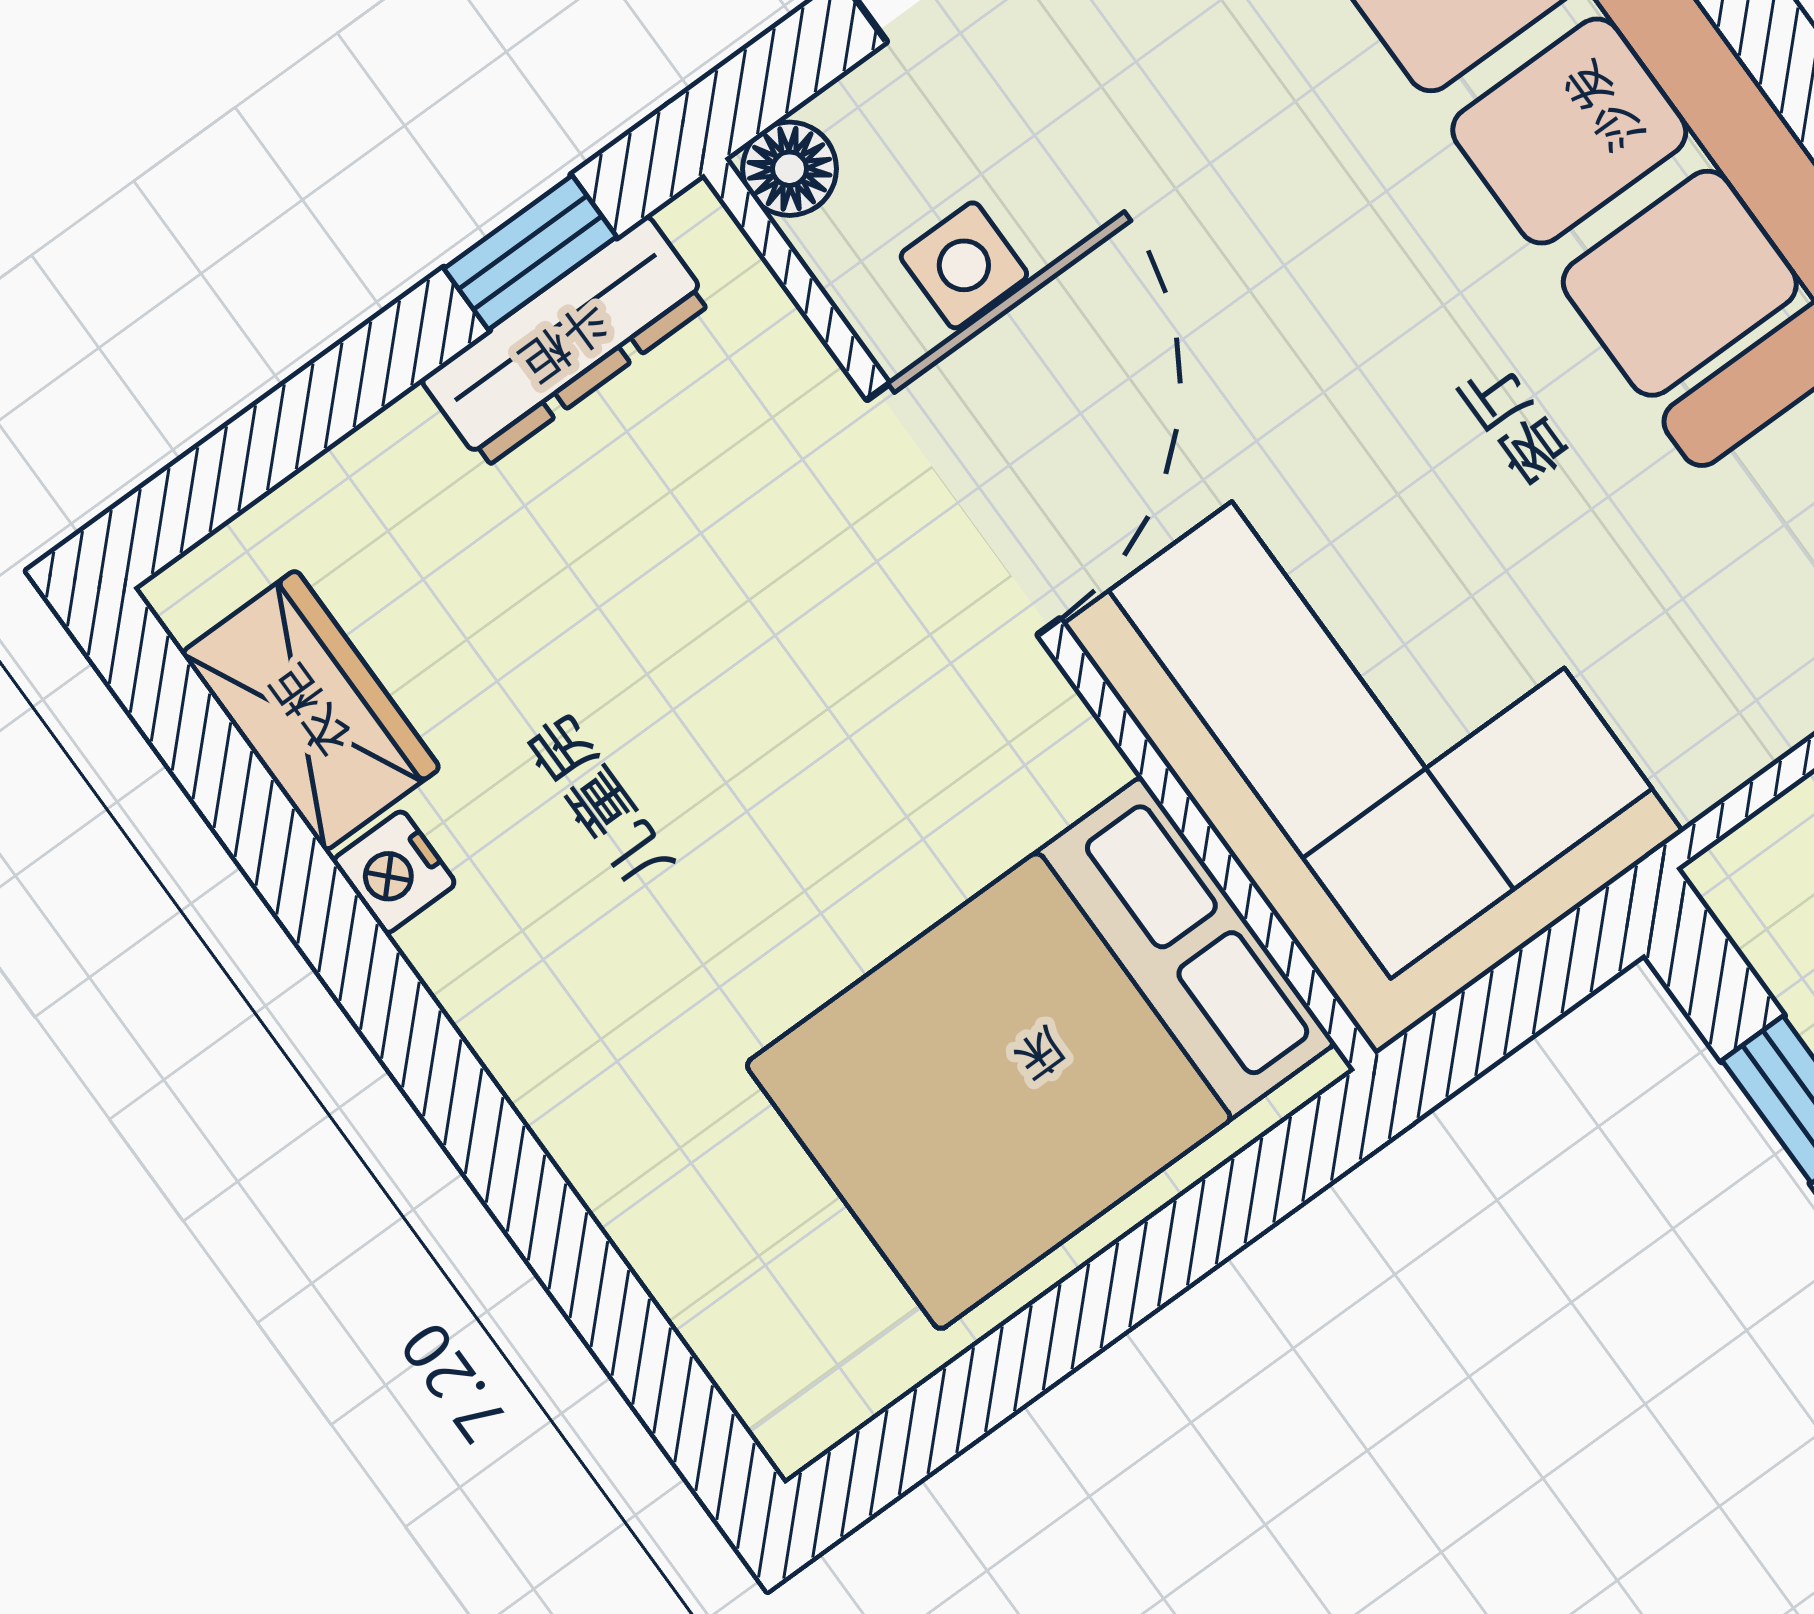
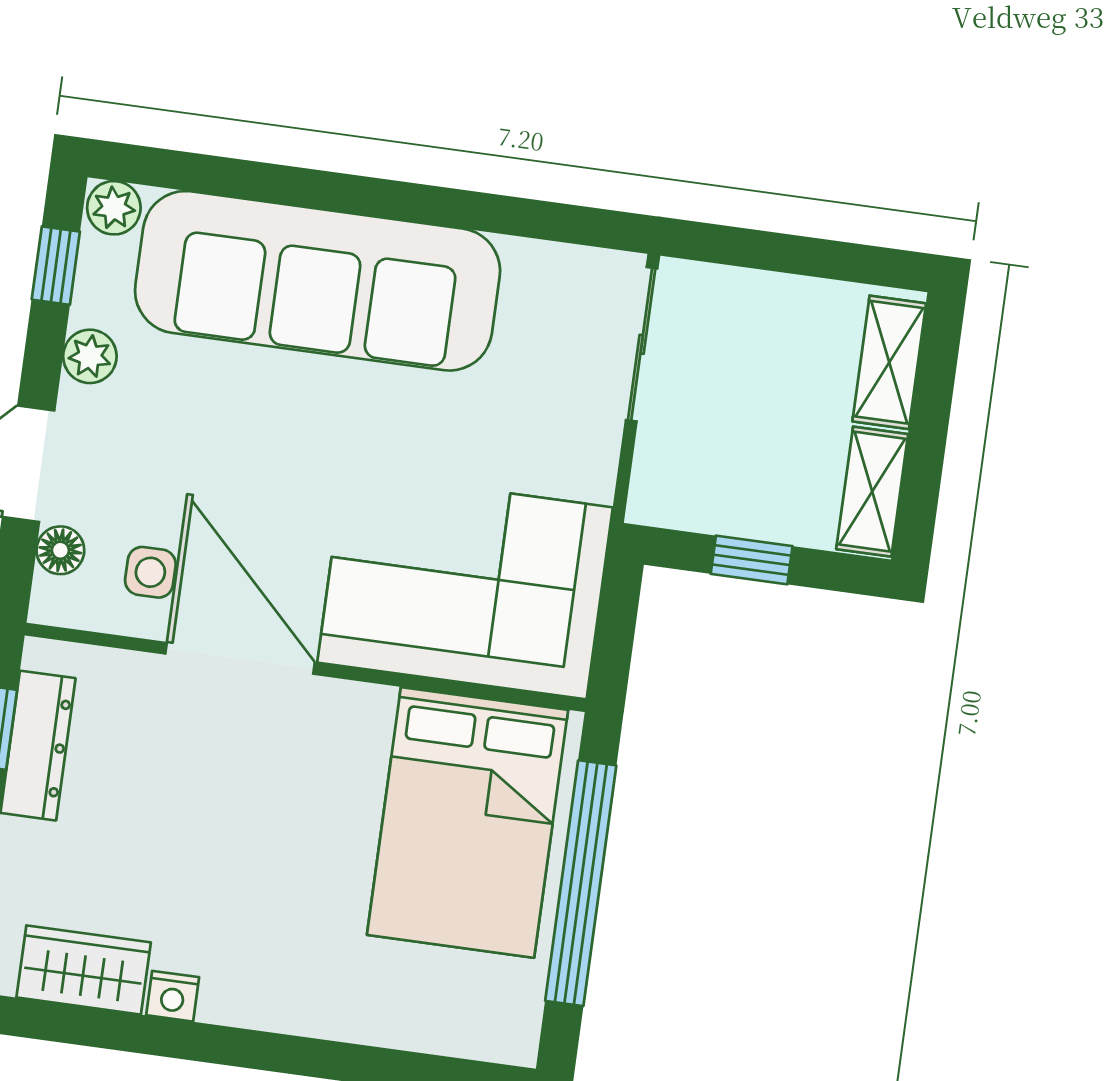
floor lamp: (790, 169) -> (60, 550), moved
window: (1108, 1296) -> (581, 883), added

